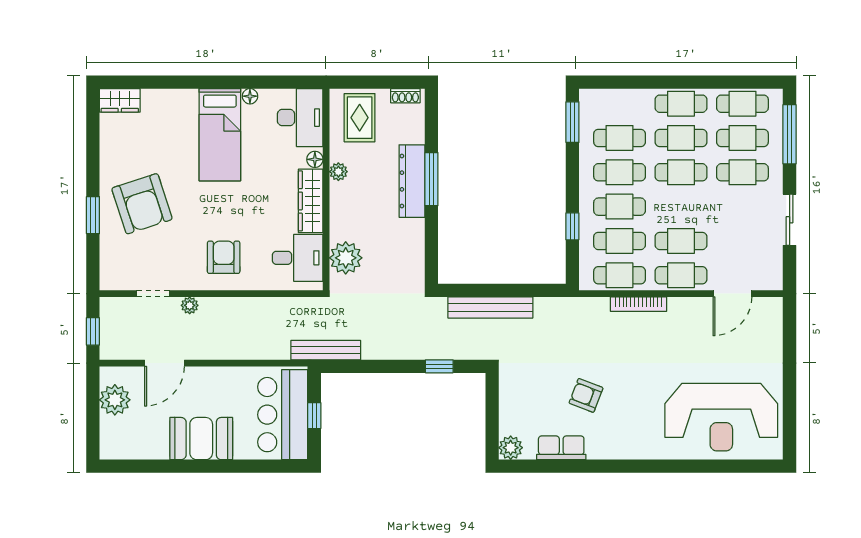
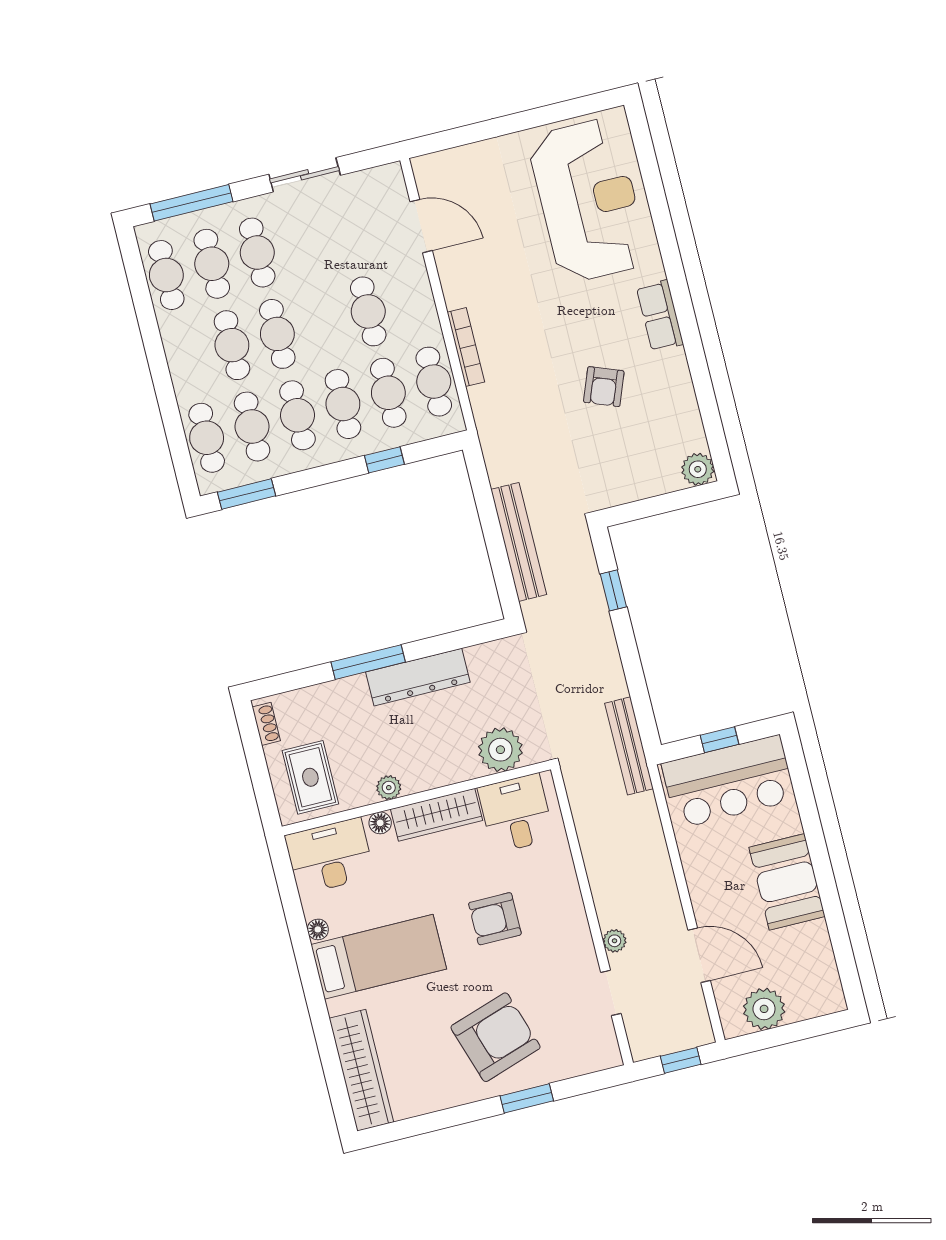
wardrobe: (120, 100) -> (361, 1070), width x2.10, depth x1.17
cafe table: (681, 104) -> (207, 438), moved
rug: (360, 118) -> (310, 777), turned 90
dresser: (412, 181) -> (418, 677), moved
armchair: (224, 257) -> (495, 919), moved
cafe table: (681, 275) -> (414, 300), removed
row of seats: (561, 448) -> (660, 316), moved

